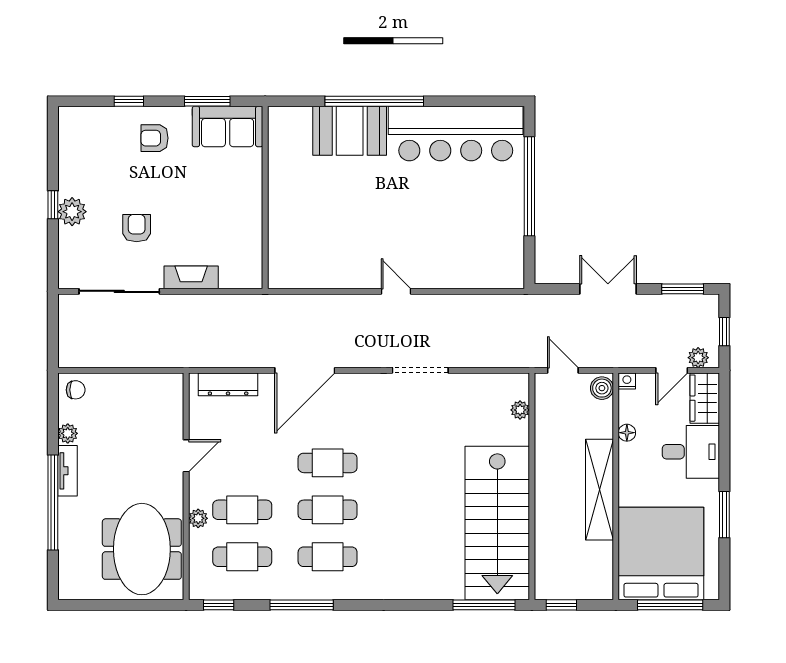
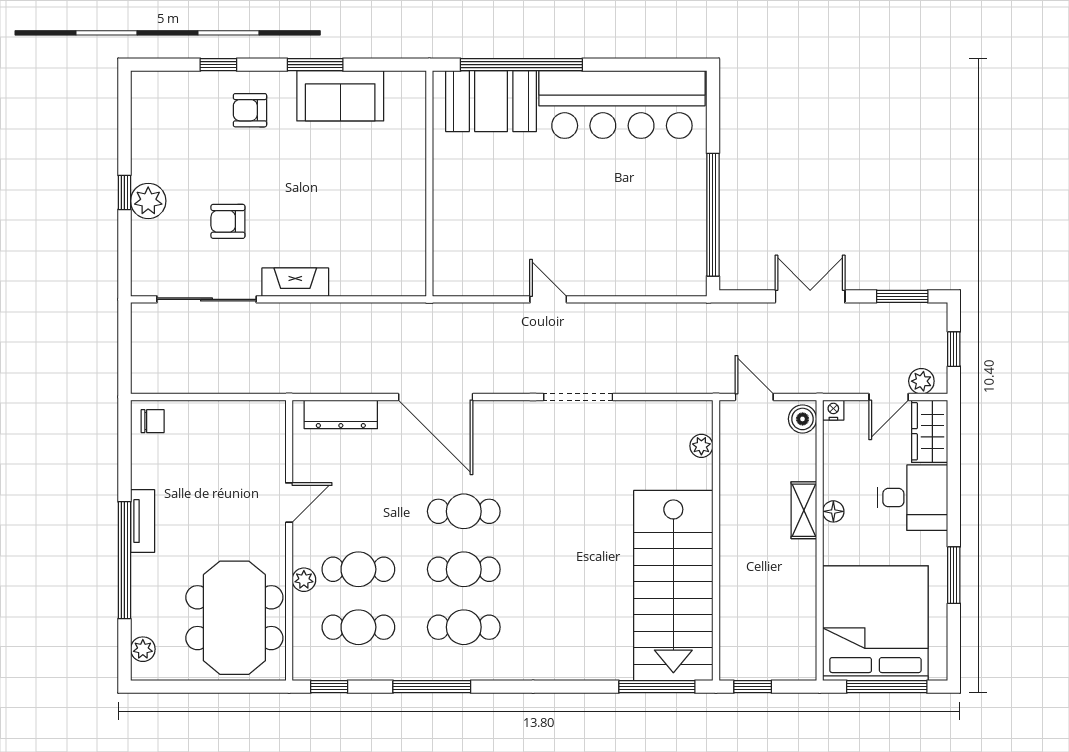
window: (529, 186) -> (713, 215), moved
wall: (265, 197) -> (429, 184), moved
armchair: (137, 228) -> (228, 221), turned -90
door: (305, 370) -> (436, 397), hinge flipped
plant: (68, 433) -> (143, 649), moved
floor lamp: (627, 433) -> (833, 511), moved
shelving: (600, 490) -> (804, 510), width x0.45, depth x0.75

